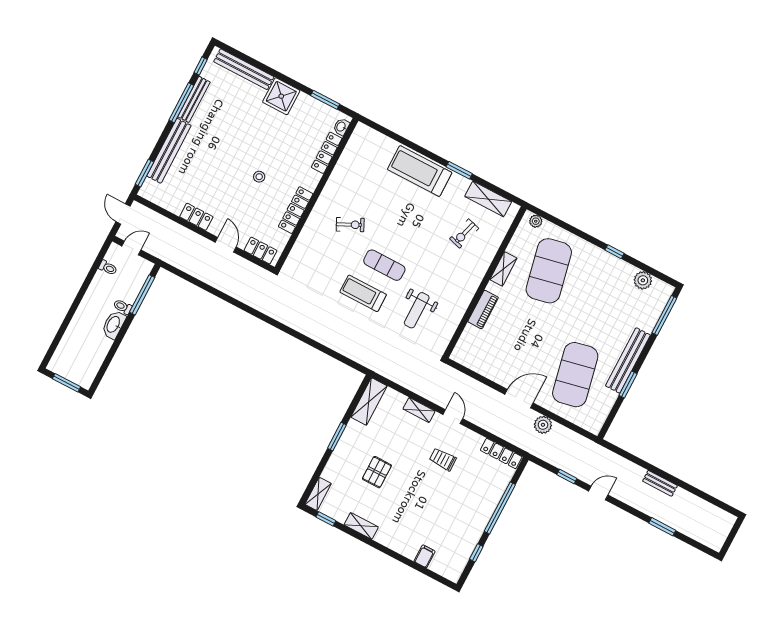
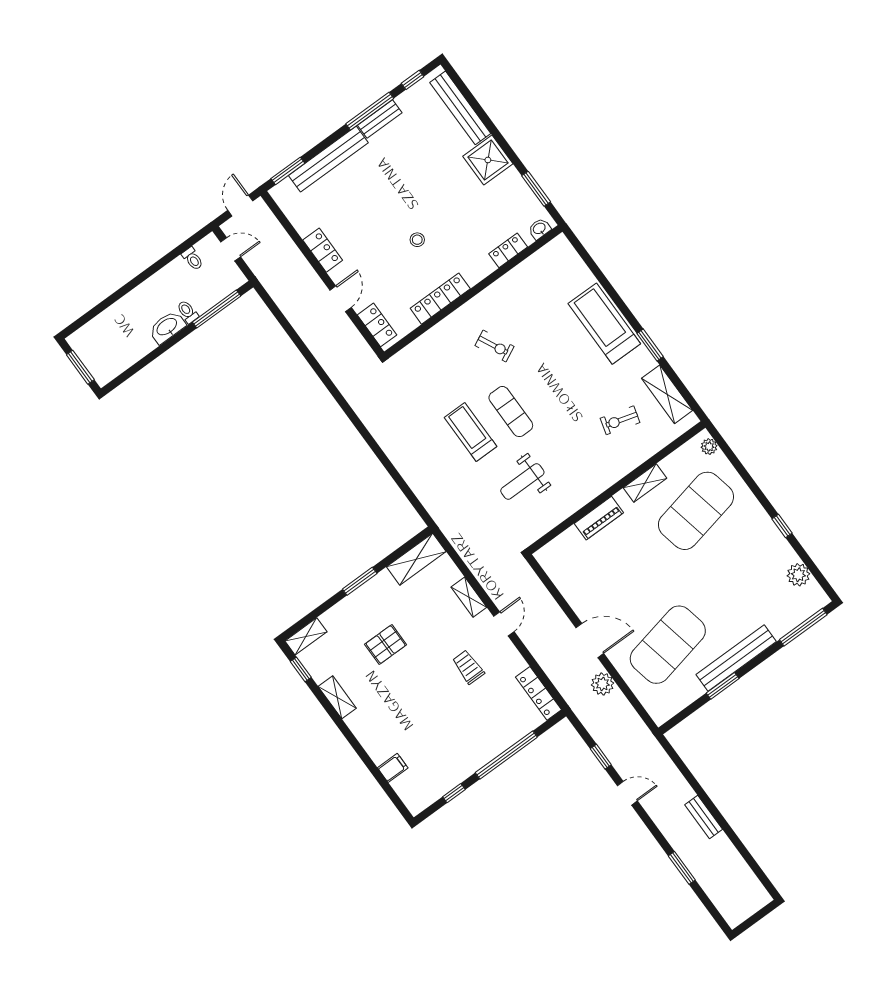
bench: (194, 99) -> (380, 119), width x0.73
locker: (327, 153) -> (508, 250), width x0.66

